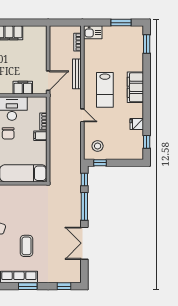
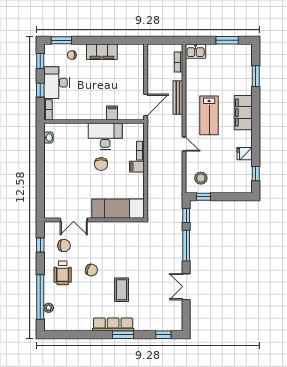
window: (147, 44) -> (256, 76), moved
filing cabinet: (23, 88) -> (112, 113), width x0.50
double door: (84, 243) -> (186, 287), width x0.73

